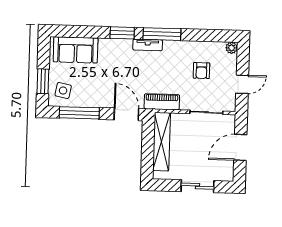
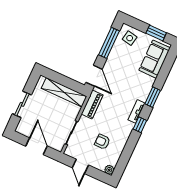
window: (162, 34) -> (140, 125), width x0.46
window: (43, 81) -> (156, 33), moved
door: (126, 114) -> (94, 76), hinge flipped

